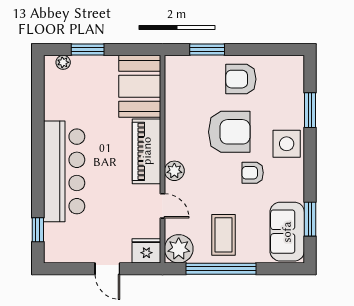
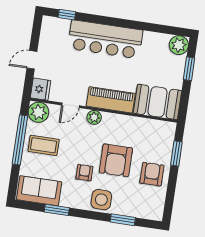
plant: (63, 62) -> (179, 45), width x1.88, depth x1.88
window: (310, 219) -> (57, 210), moved

